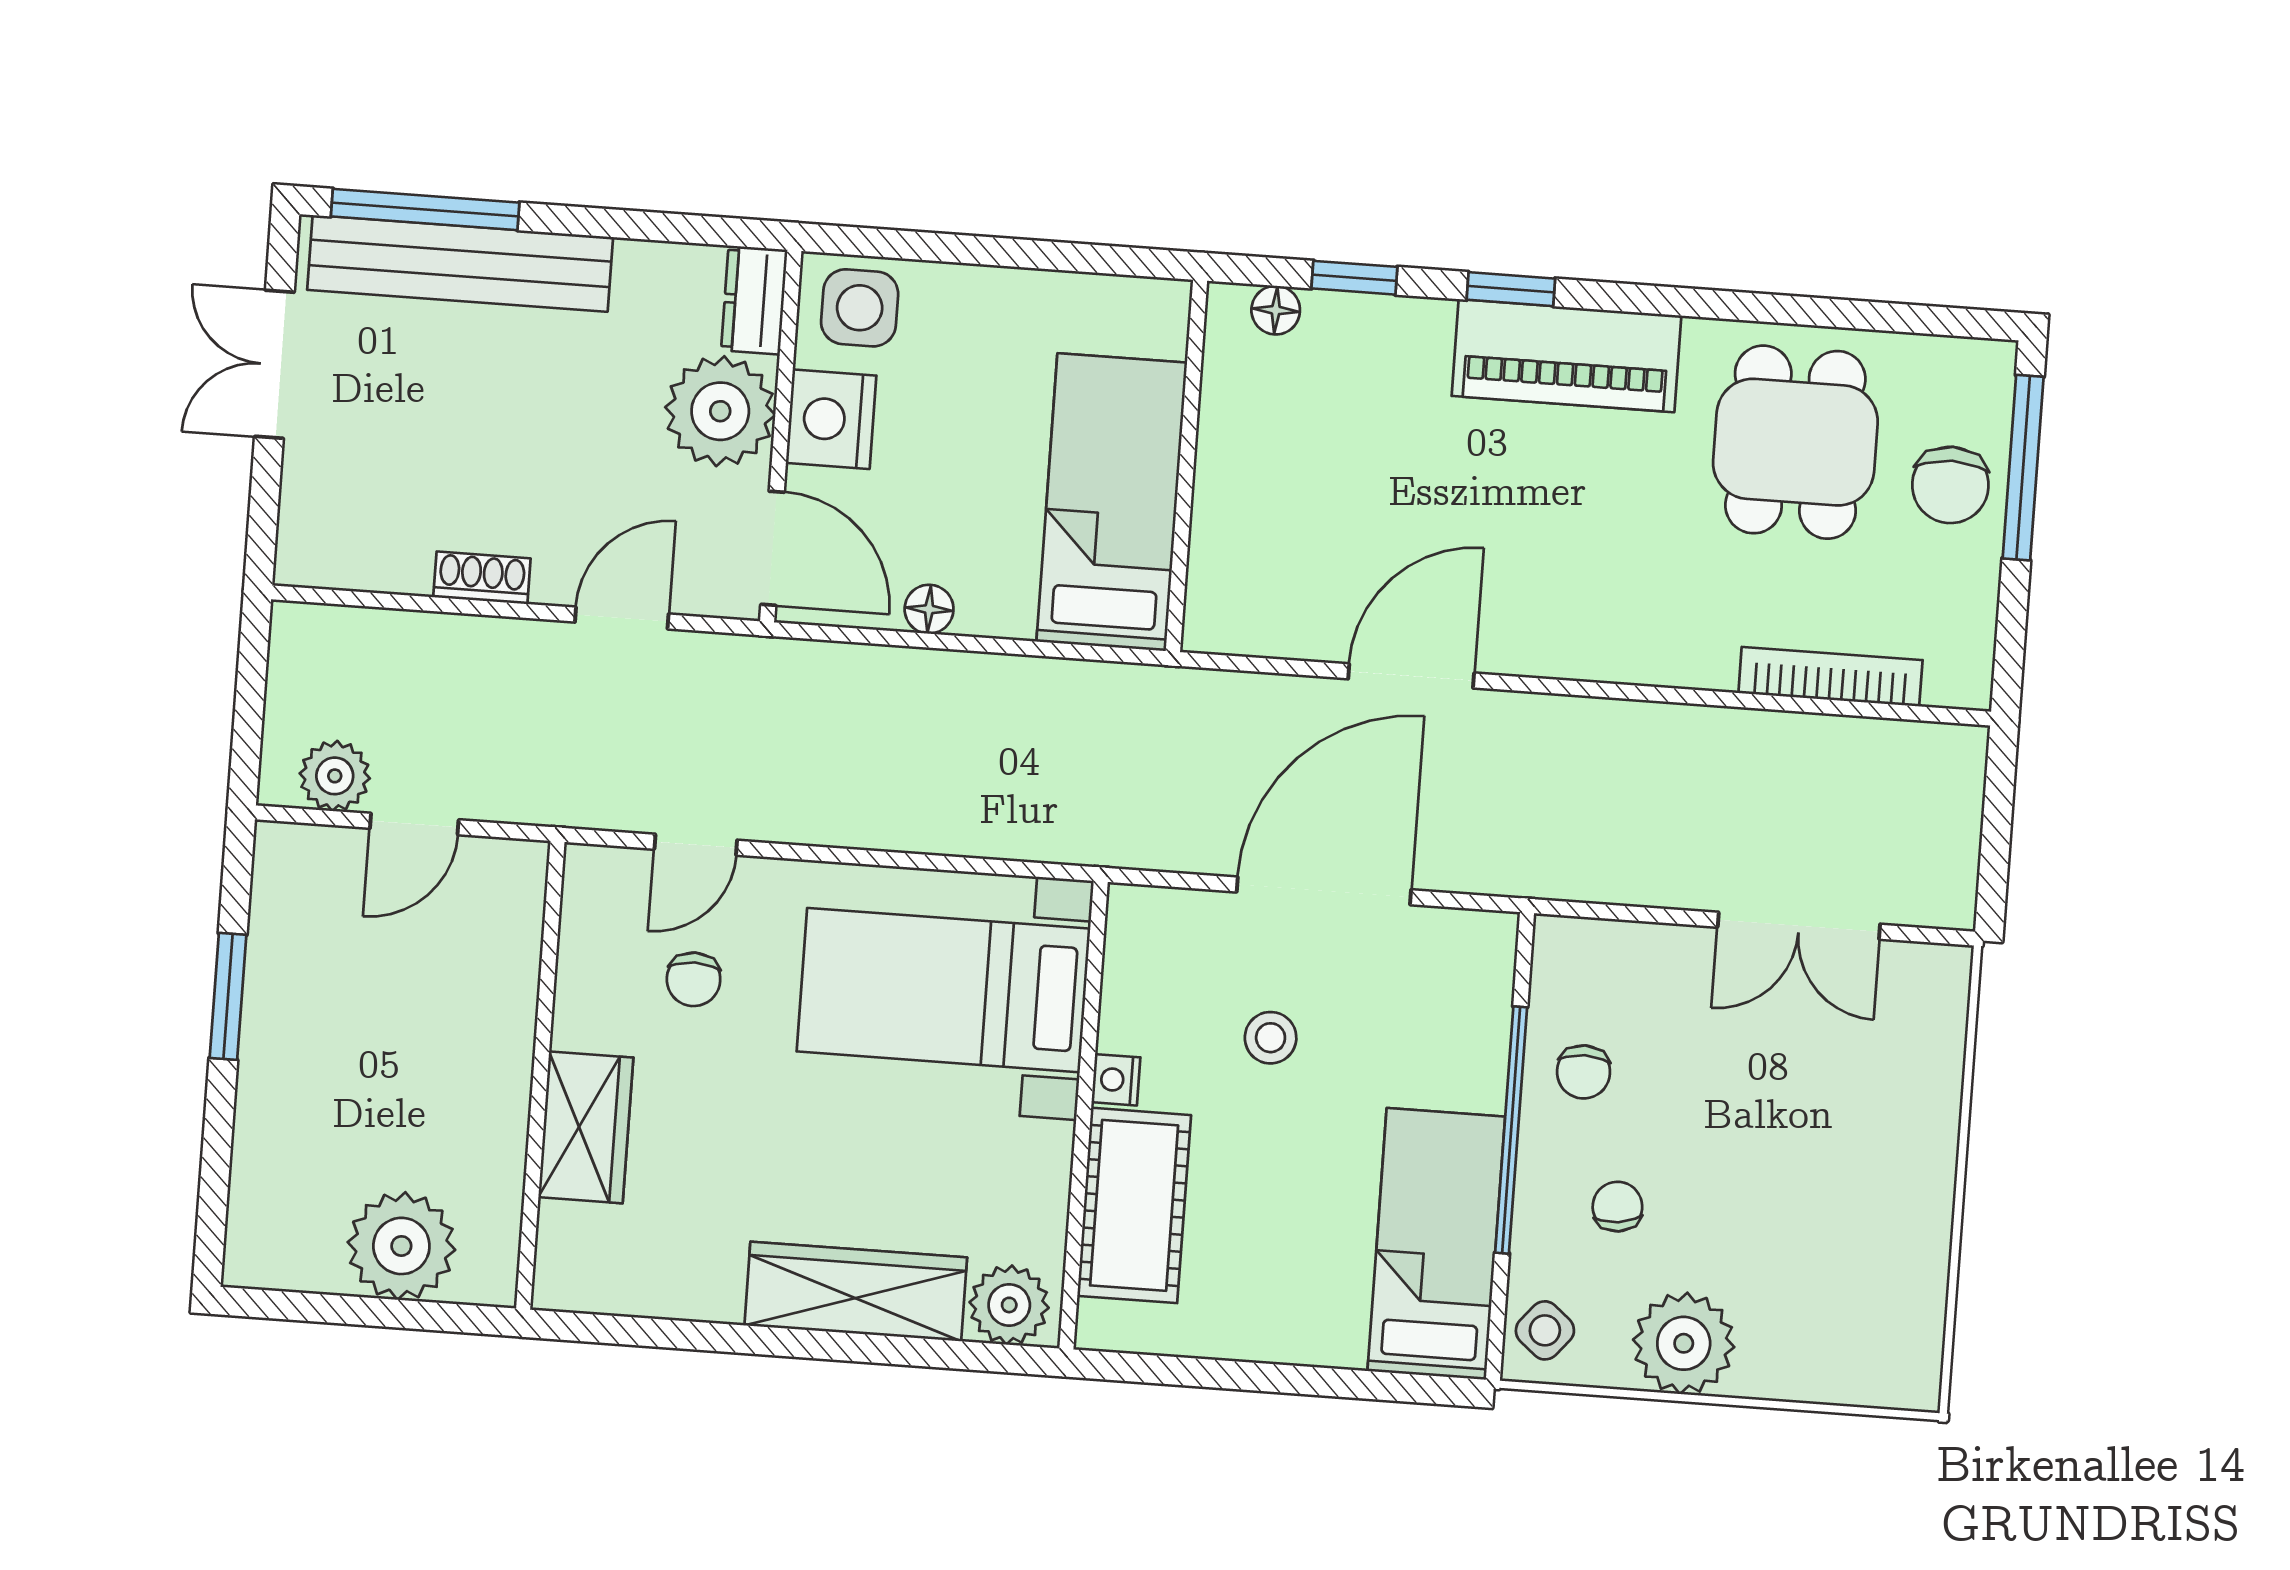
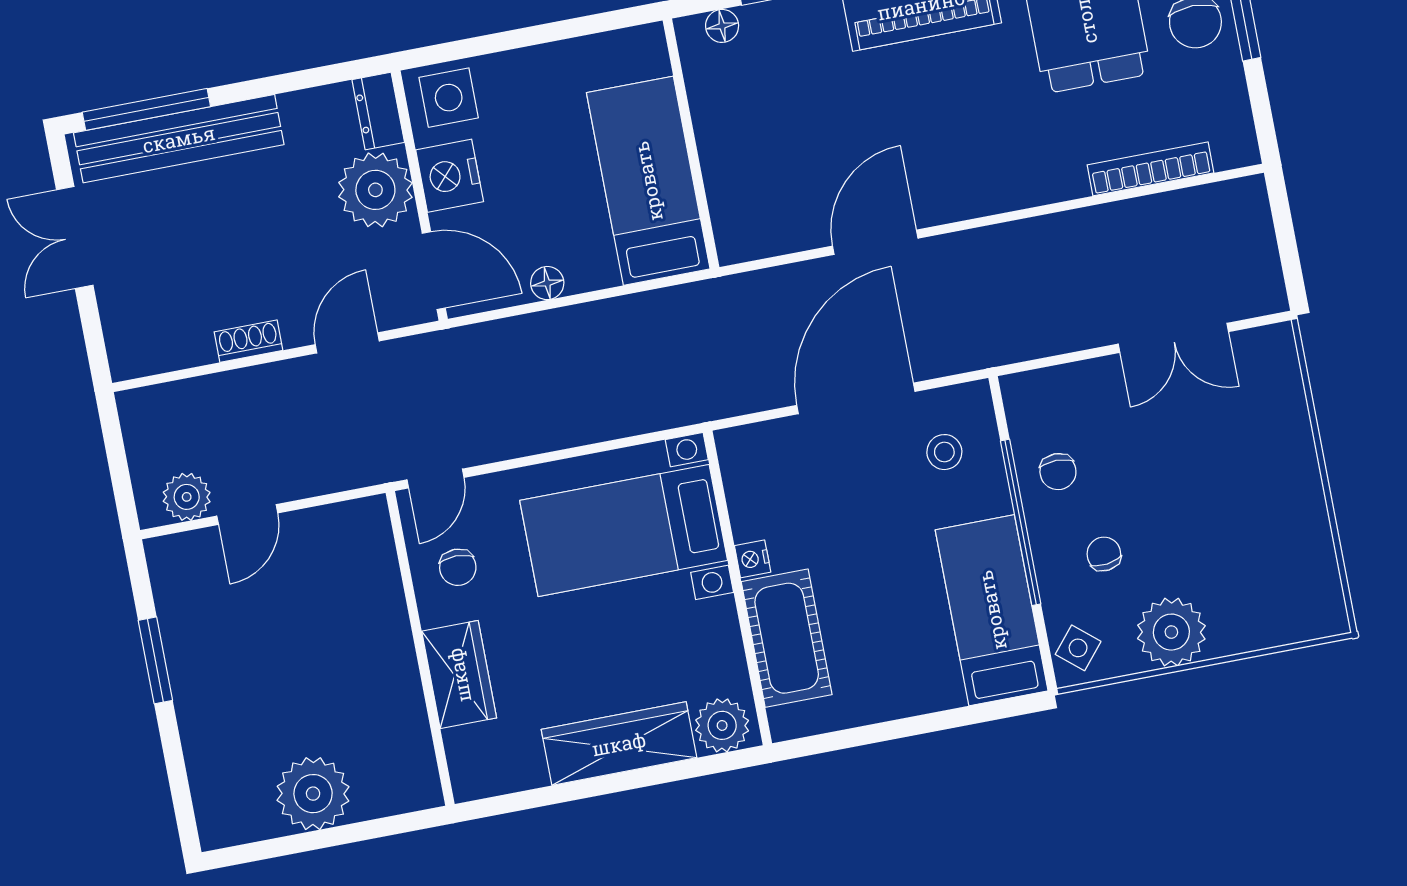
stool: (1271, 1038) -> (944, 452), moved
wall: (540, 1075) -> (420, 648), moved
wardrobe: (586, 1127) -> (459, 675), moved

